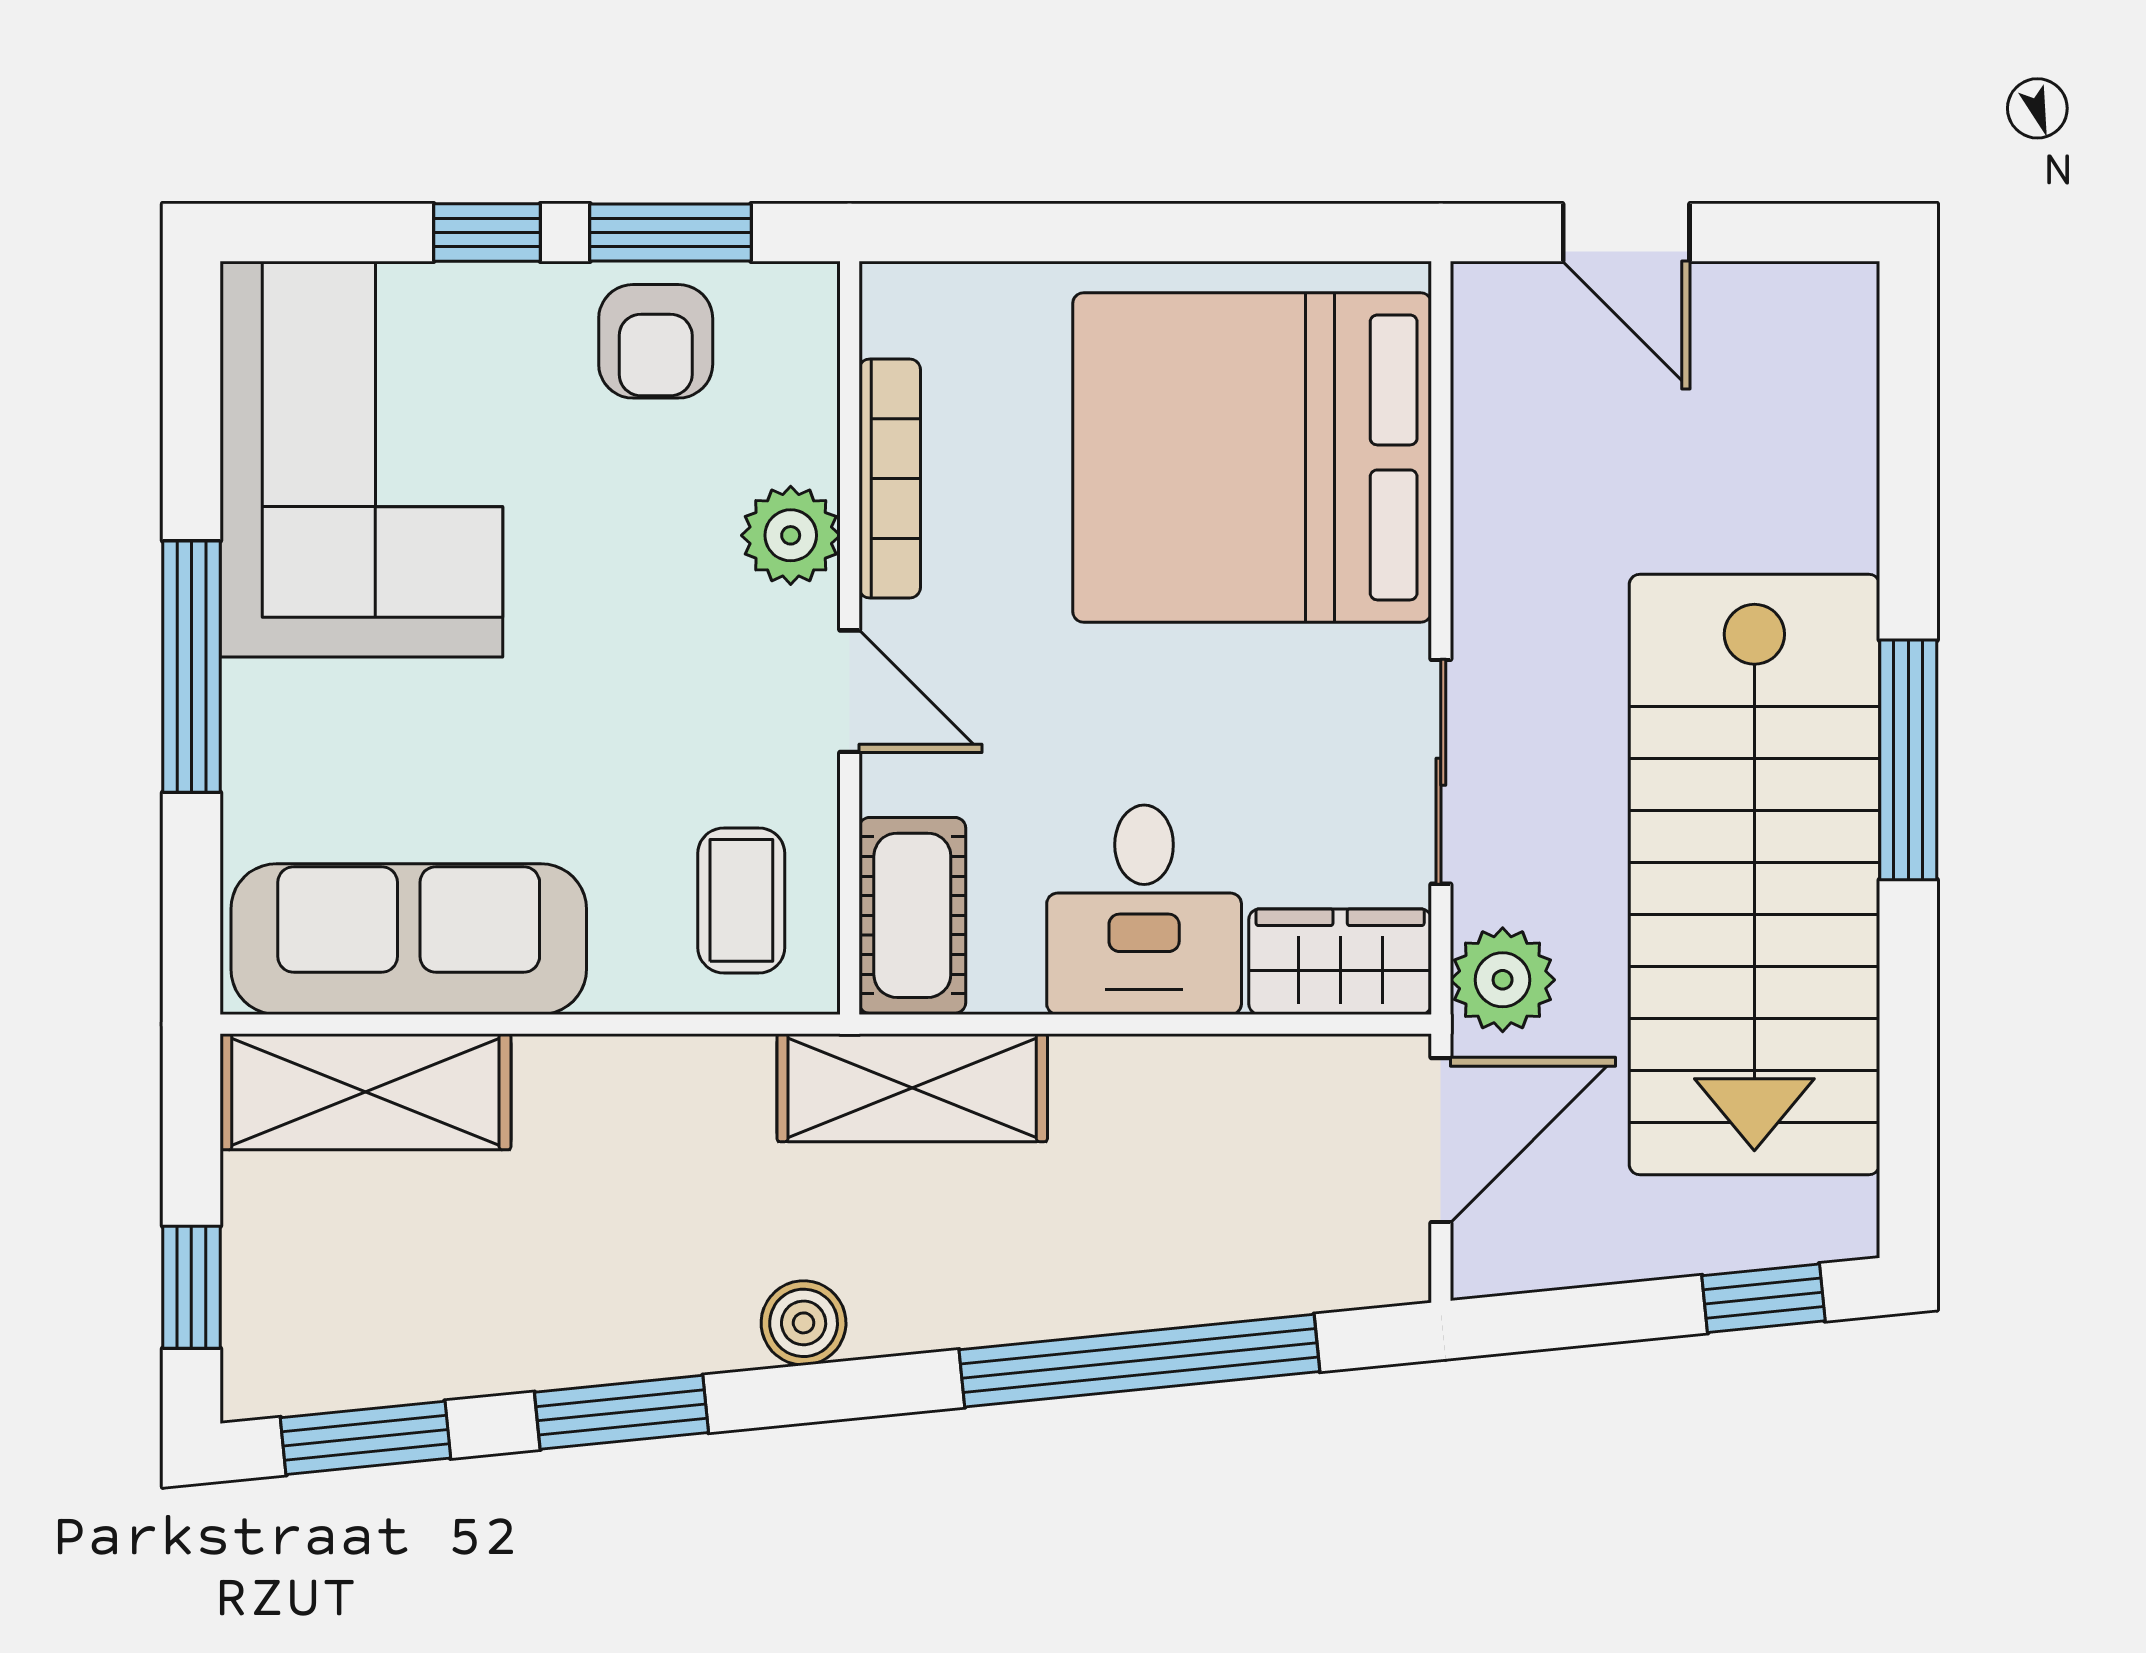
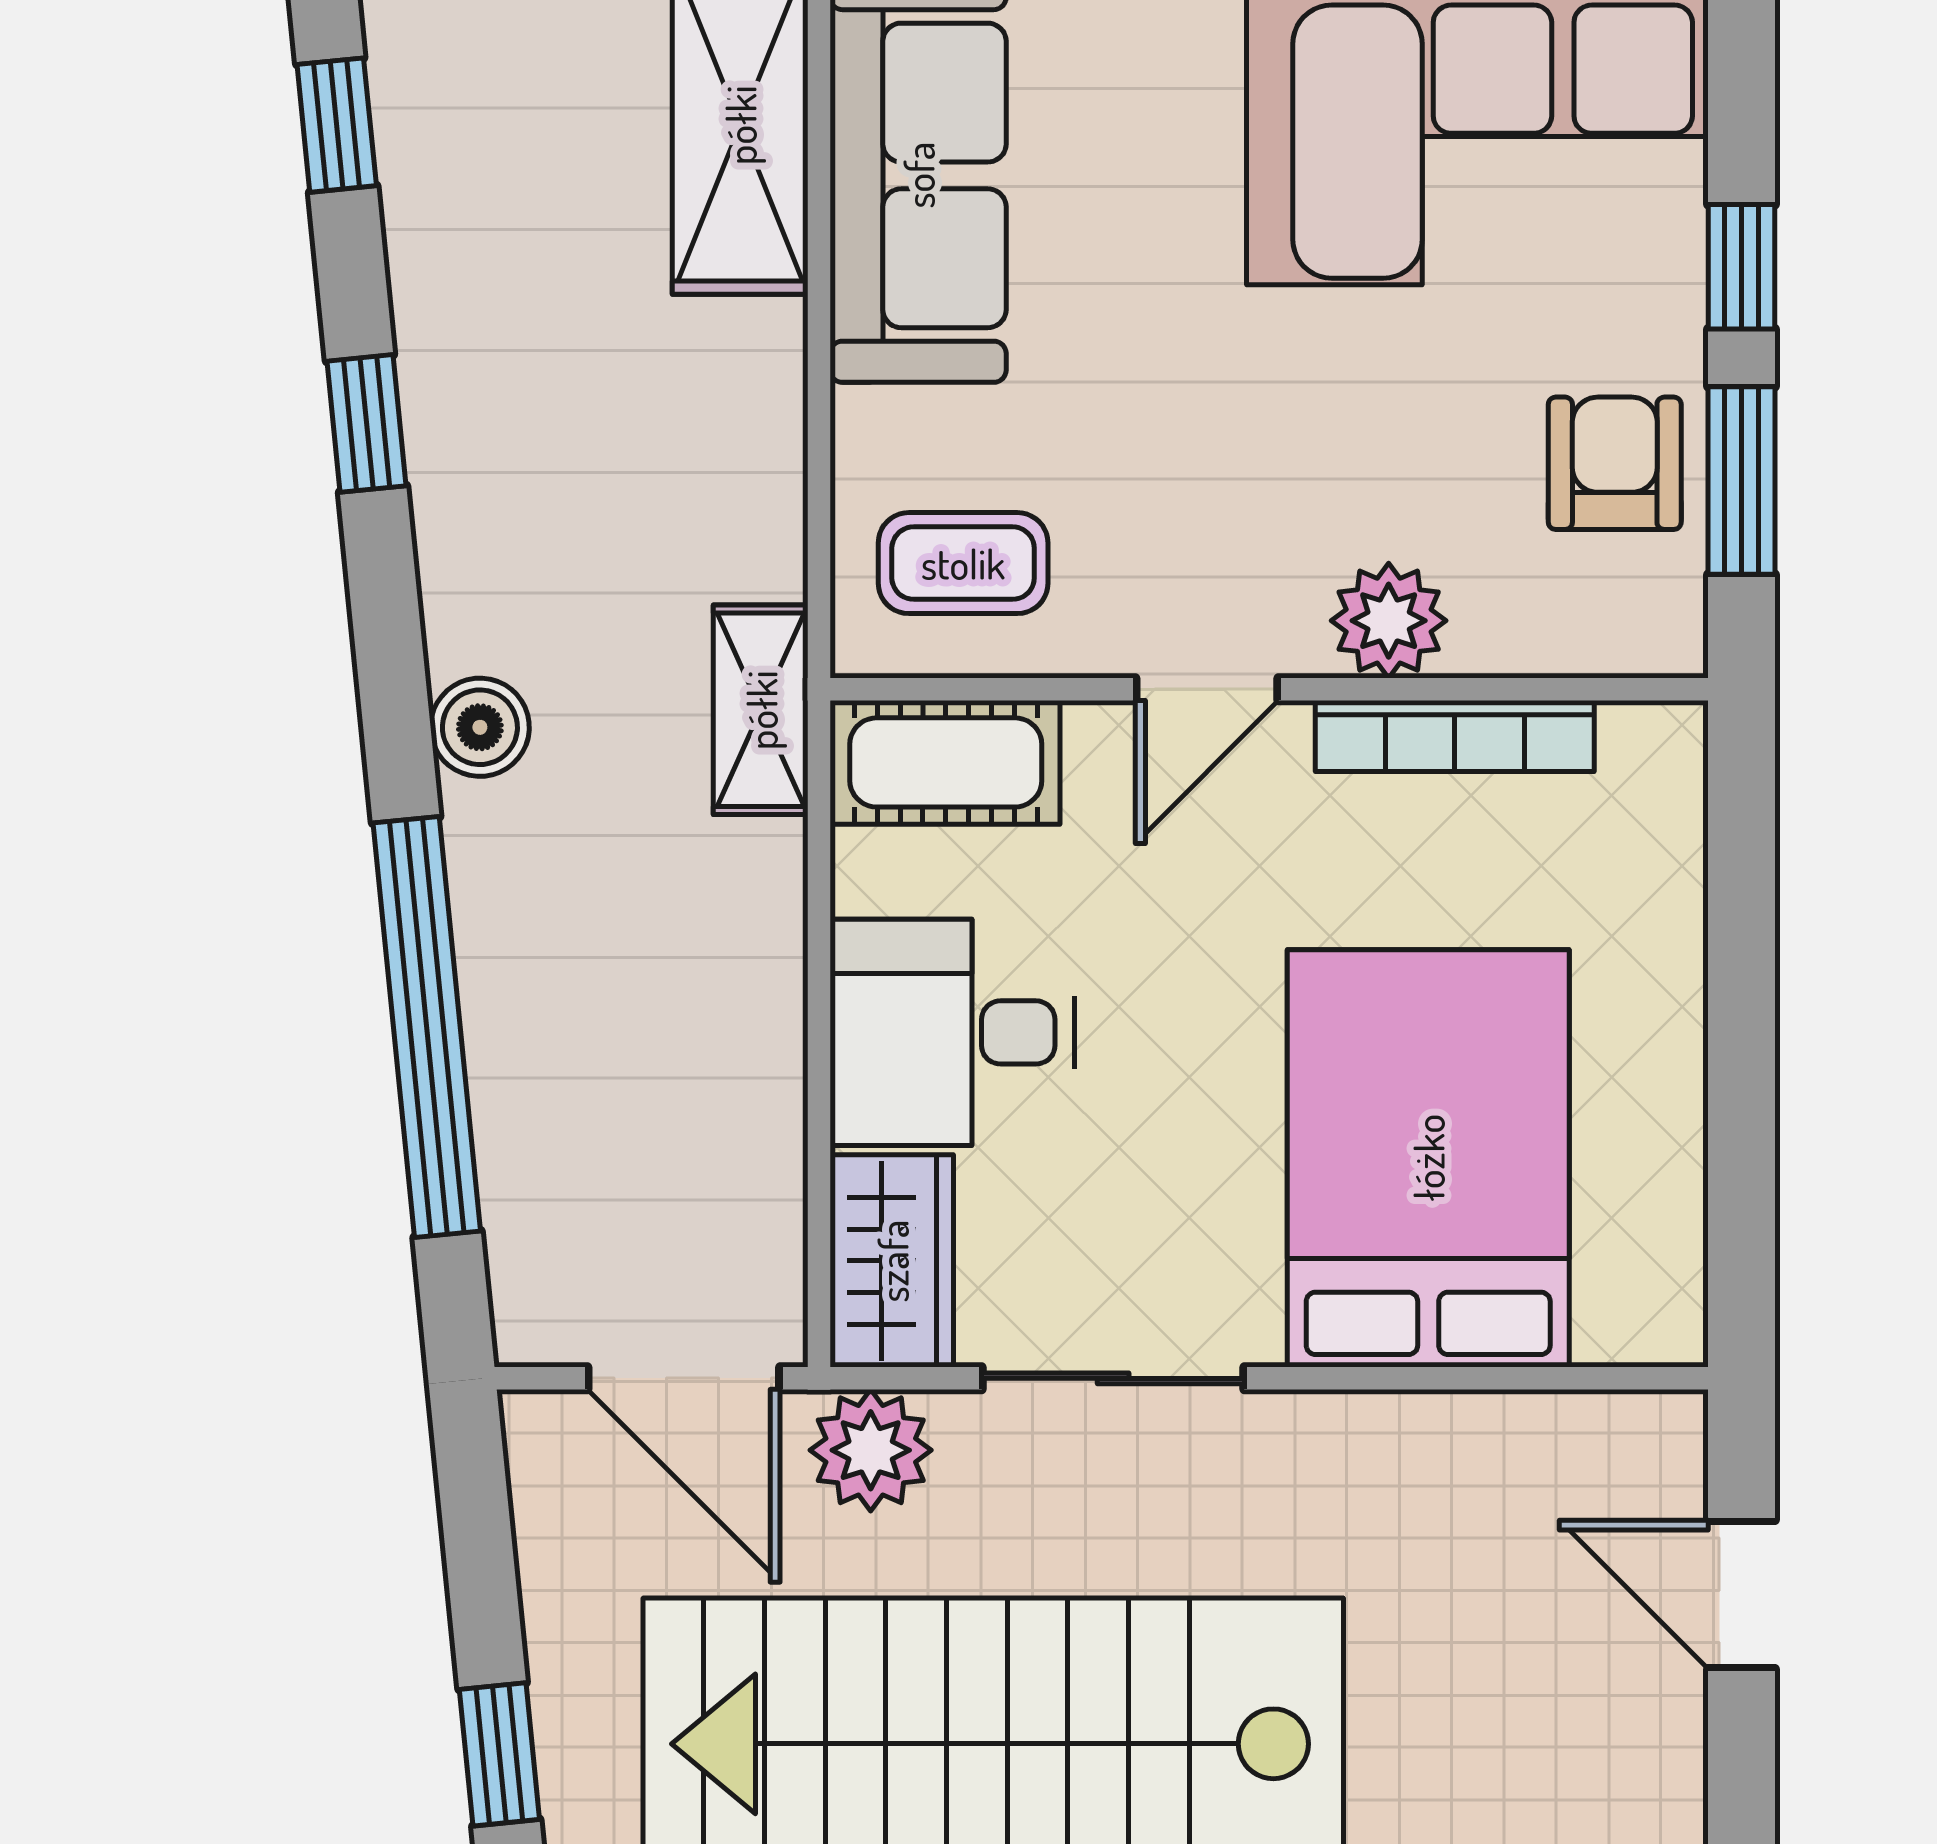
door: (1626, 233) -> (1741, 1595), hinge flipped
armchair: (656, 341) -> (1615, 463), turned 90
bed: (1252, 457) -> (1428, 1158), width x0.73
shelving: (912, 1088) -> (761, 710), width x0.67, depth x0.75
boiler: (804, 1323) -> (480, 727), moved
window: (622, 1412) -> (367, 423), width x0.67
window: (366, 1438) -> (337, 125), width x0.67

